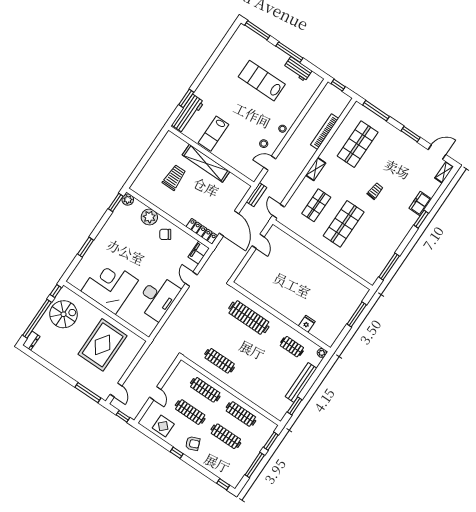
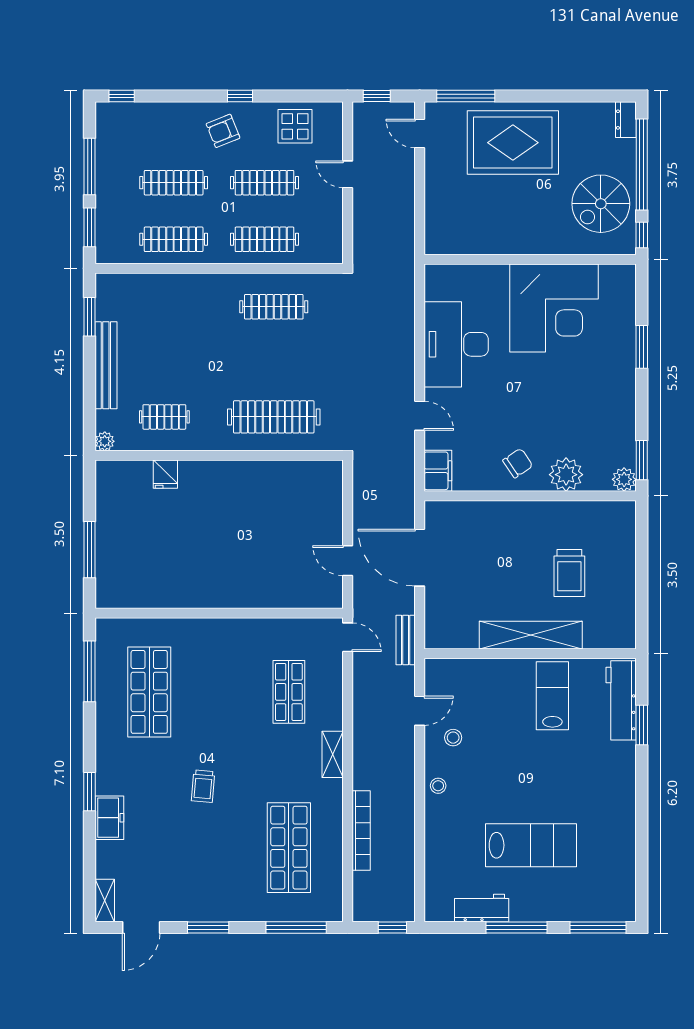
shop shelf: (344, 224) -> (149, 692), moved
locker: (202, 231) -> (458, 512), removed
rug: (103, 345) -> (513, 143), moved, turned 90

